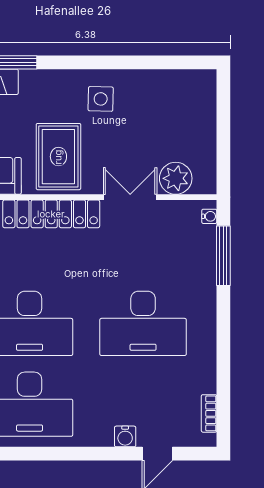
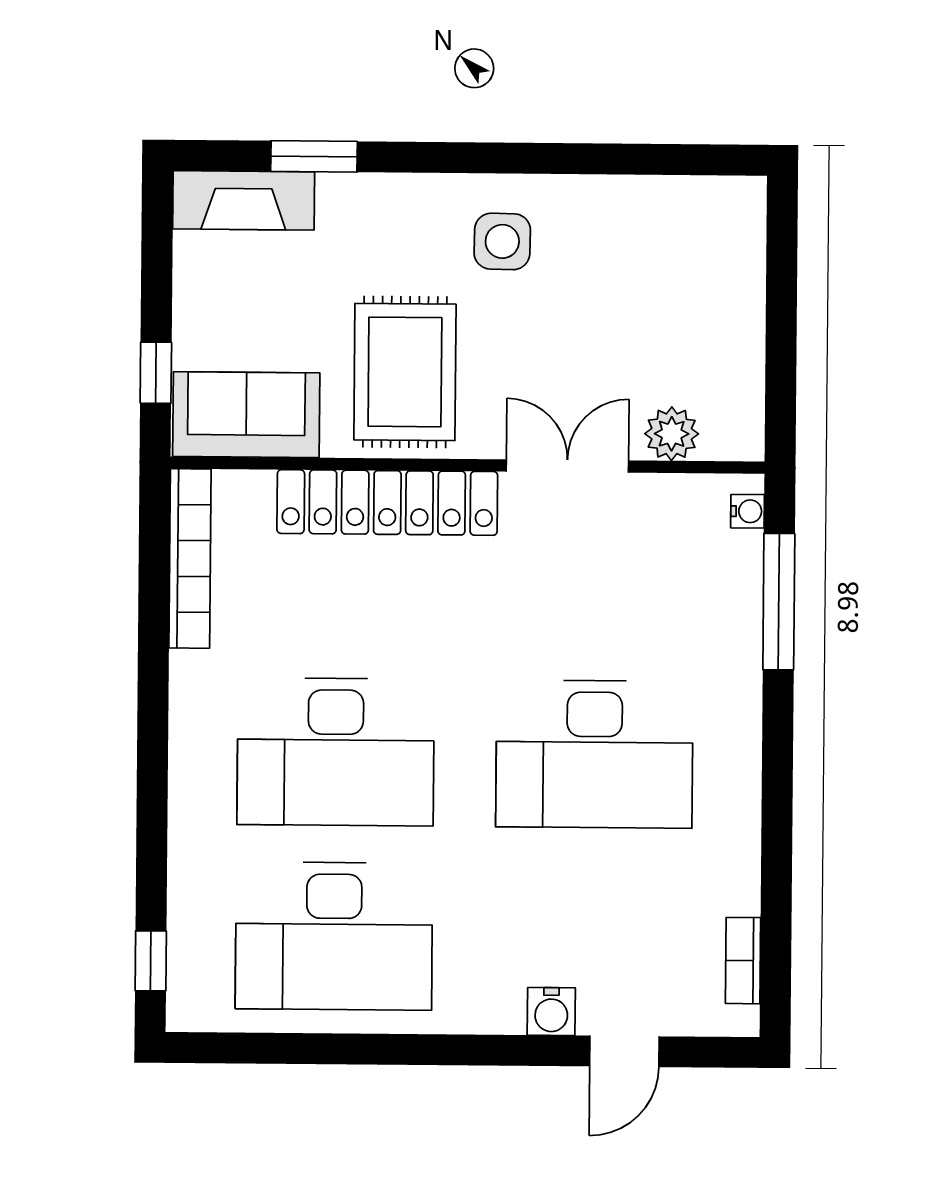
plant: (176, 178) -> (672, 434), width x0.73, depth x0.73

